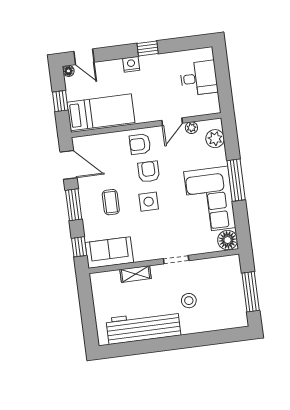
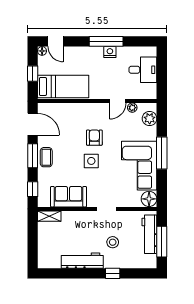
window: (148, 49) -> (106, 41), width x2.17
nightstand: (131, 64) -> (110, 52), moved
armchair: (140, 144) -> (90, 115), removed
coffee table: (111, 202) -> (46, 157), moved
sofa: (109, 253) -> (69, 197), moved
shelving: (136, 274) -> (49, 216), moved
workbench: (234, 285) -> (149, 234), added
workbench: (143, 327) -> (82, 261), width x0.73, depth x0.76
window: (194, 340) -> (113, 273), added

